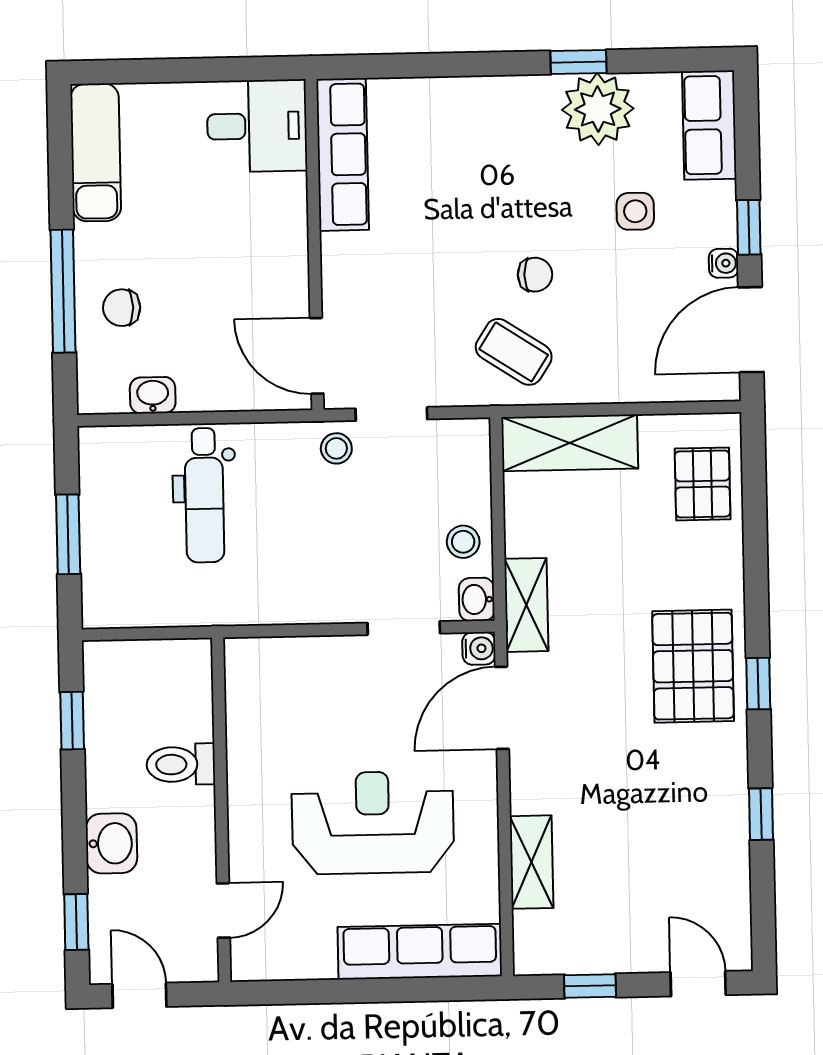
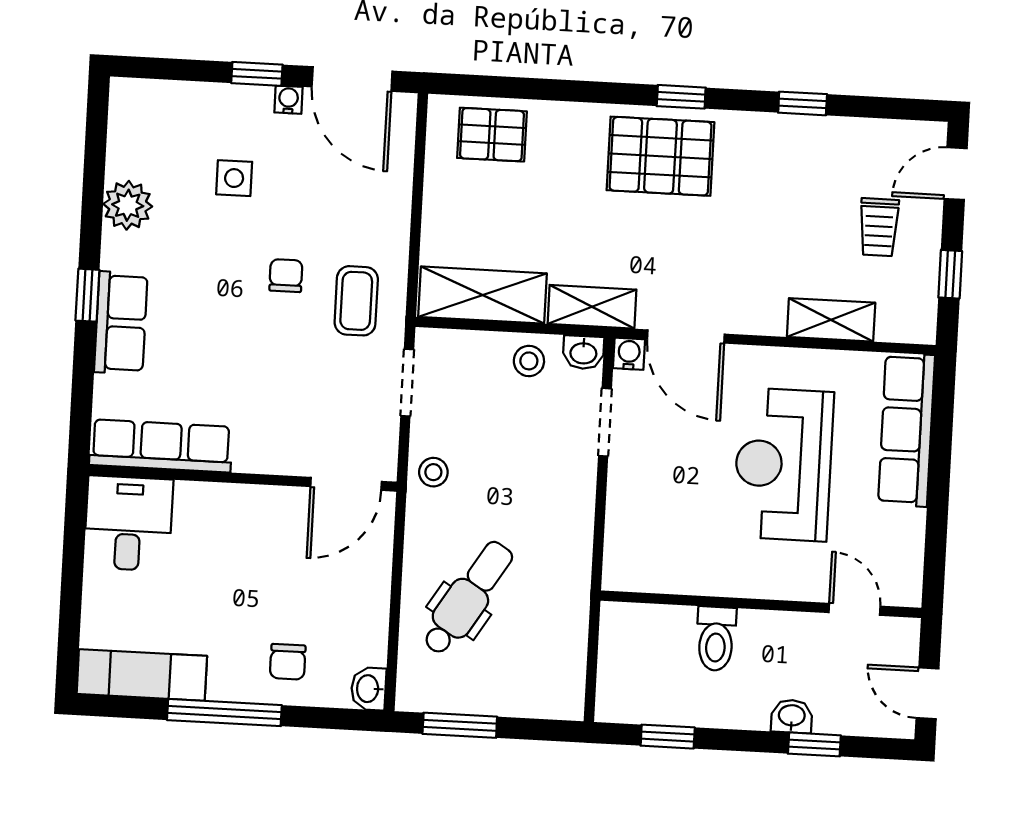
window: (578, 62) -> (87, 295), moved
plant: (598, 109) -> (128, 205), width x0.73, depth x0.73
row of seats: (709, 125) -> (121, 323), moved, turned -90
window: (63, 291) -> (224, 713), moved
coffee table: (514, 352) -> (356, 301), turned -33
washbasin: (153, 395) -> (369, 689), moved
doorway: (391, 414) -> (407, 383), moved
shelving: (570, 443) -> (482, 295), moved, turned 90
dental chair: (204, 495) -> (468, 598), turned -58
window: (68, 534) -> (460, 725), moved
washbasin: (111, 843) -> (792, 716), width x0.72, depth x0.69
trolley: (635, 906) -> (879, 227), added
window: (76, 922) -> (814, 744), moved
door: (139, 995) -> (928, 693), hinge flipped

